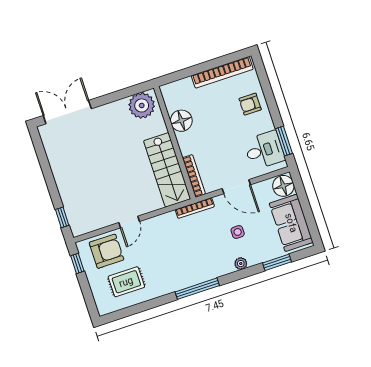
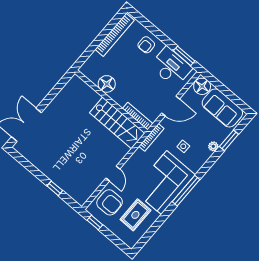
plant: (142, 105) -> (74, 90), removed
desk: (264, 150) -> (171, 67), width x1.37
window: (62, 217) -> (55, 188), moved
side table: (238, 232) -> (183, 146), moved
armchair: (106, 251) -> (110, 202), turned 90
plant: (241, 264) -> (213, 146), moved
corner sofa: (179, 265) -> (164, 182), added

